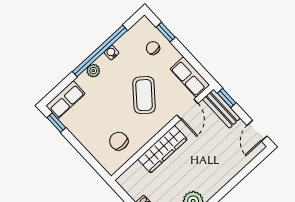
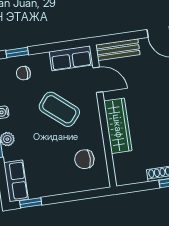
window: (227, 98) -> (112, 39), removed

